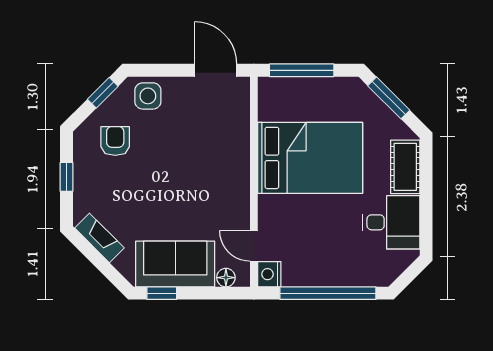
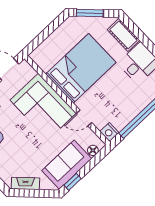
window: (302, 70) -> (43, 36), removed
corner sofa: (215, 161) -> (43, 107), added
door: (254, 246) -> (84, 118), moved

